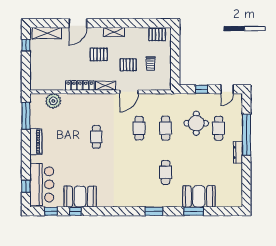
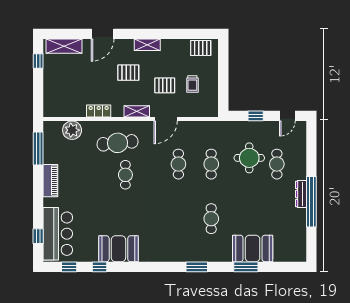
locker: (80, 85) -> (99, 111), width x0.66
cafe table: (90, 111) -> (118, 143), added
window: (246, 135) -> (311, 202), moved
booth: (80, 197) -> (118, 249), moved

